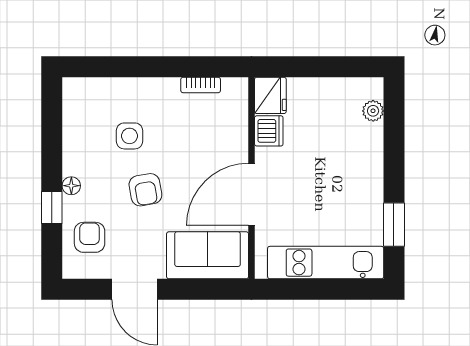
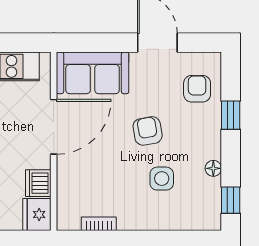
window: (52, 112) -> (231, 200), added
floor lamp: (71, 186) -> (213, 168), moved
armchair: (90, 237) -> (197, 89), turned 180

